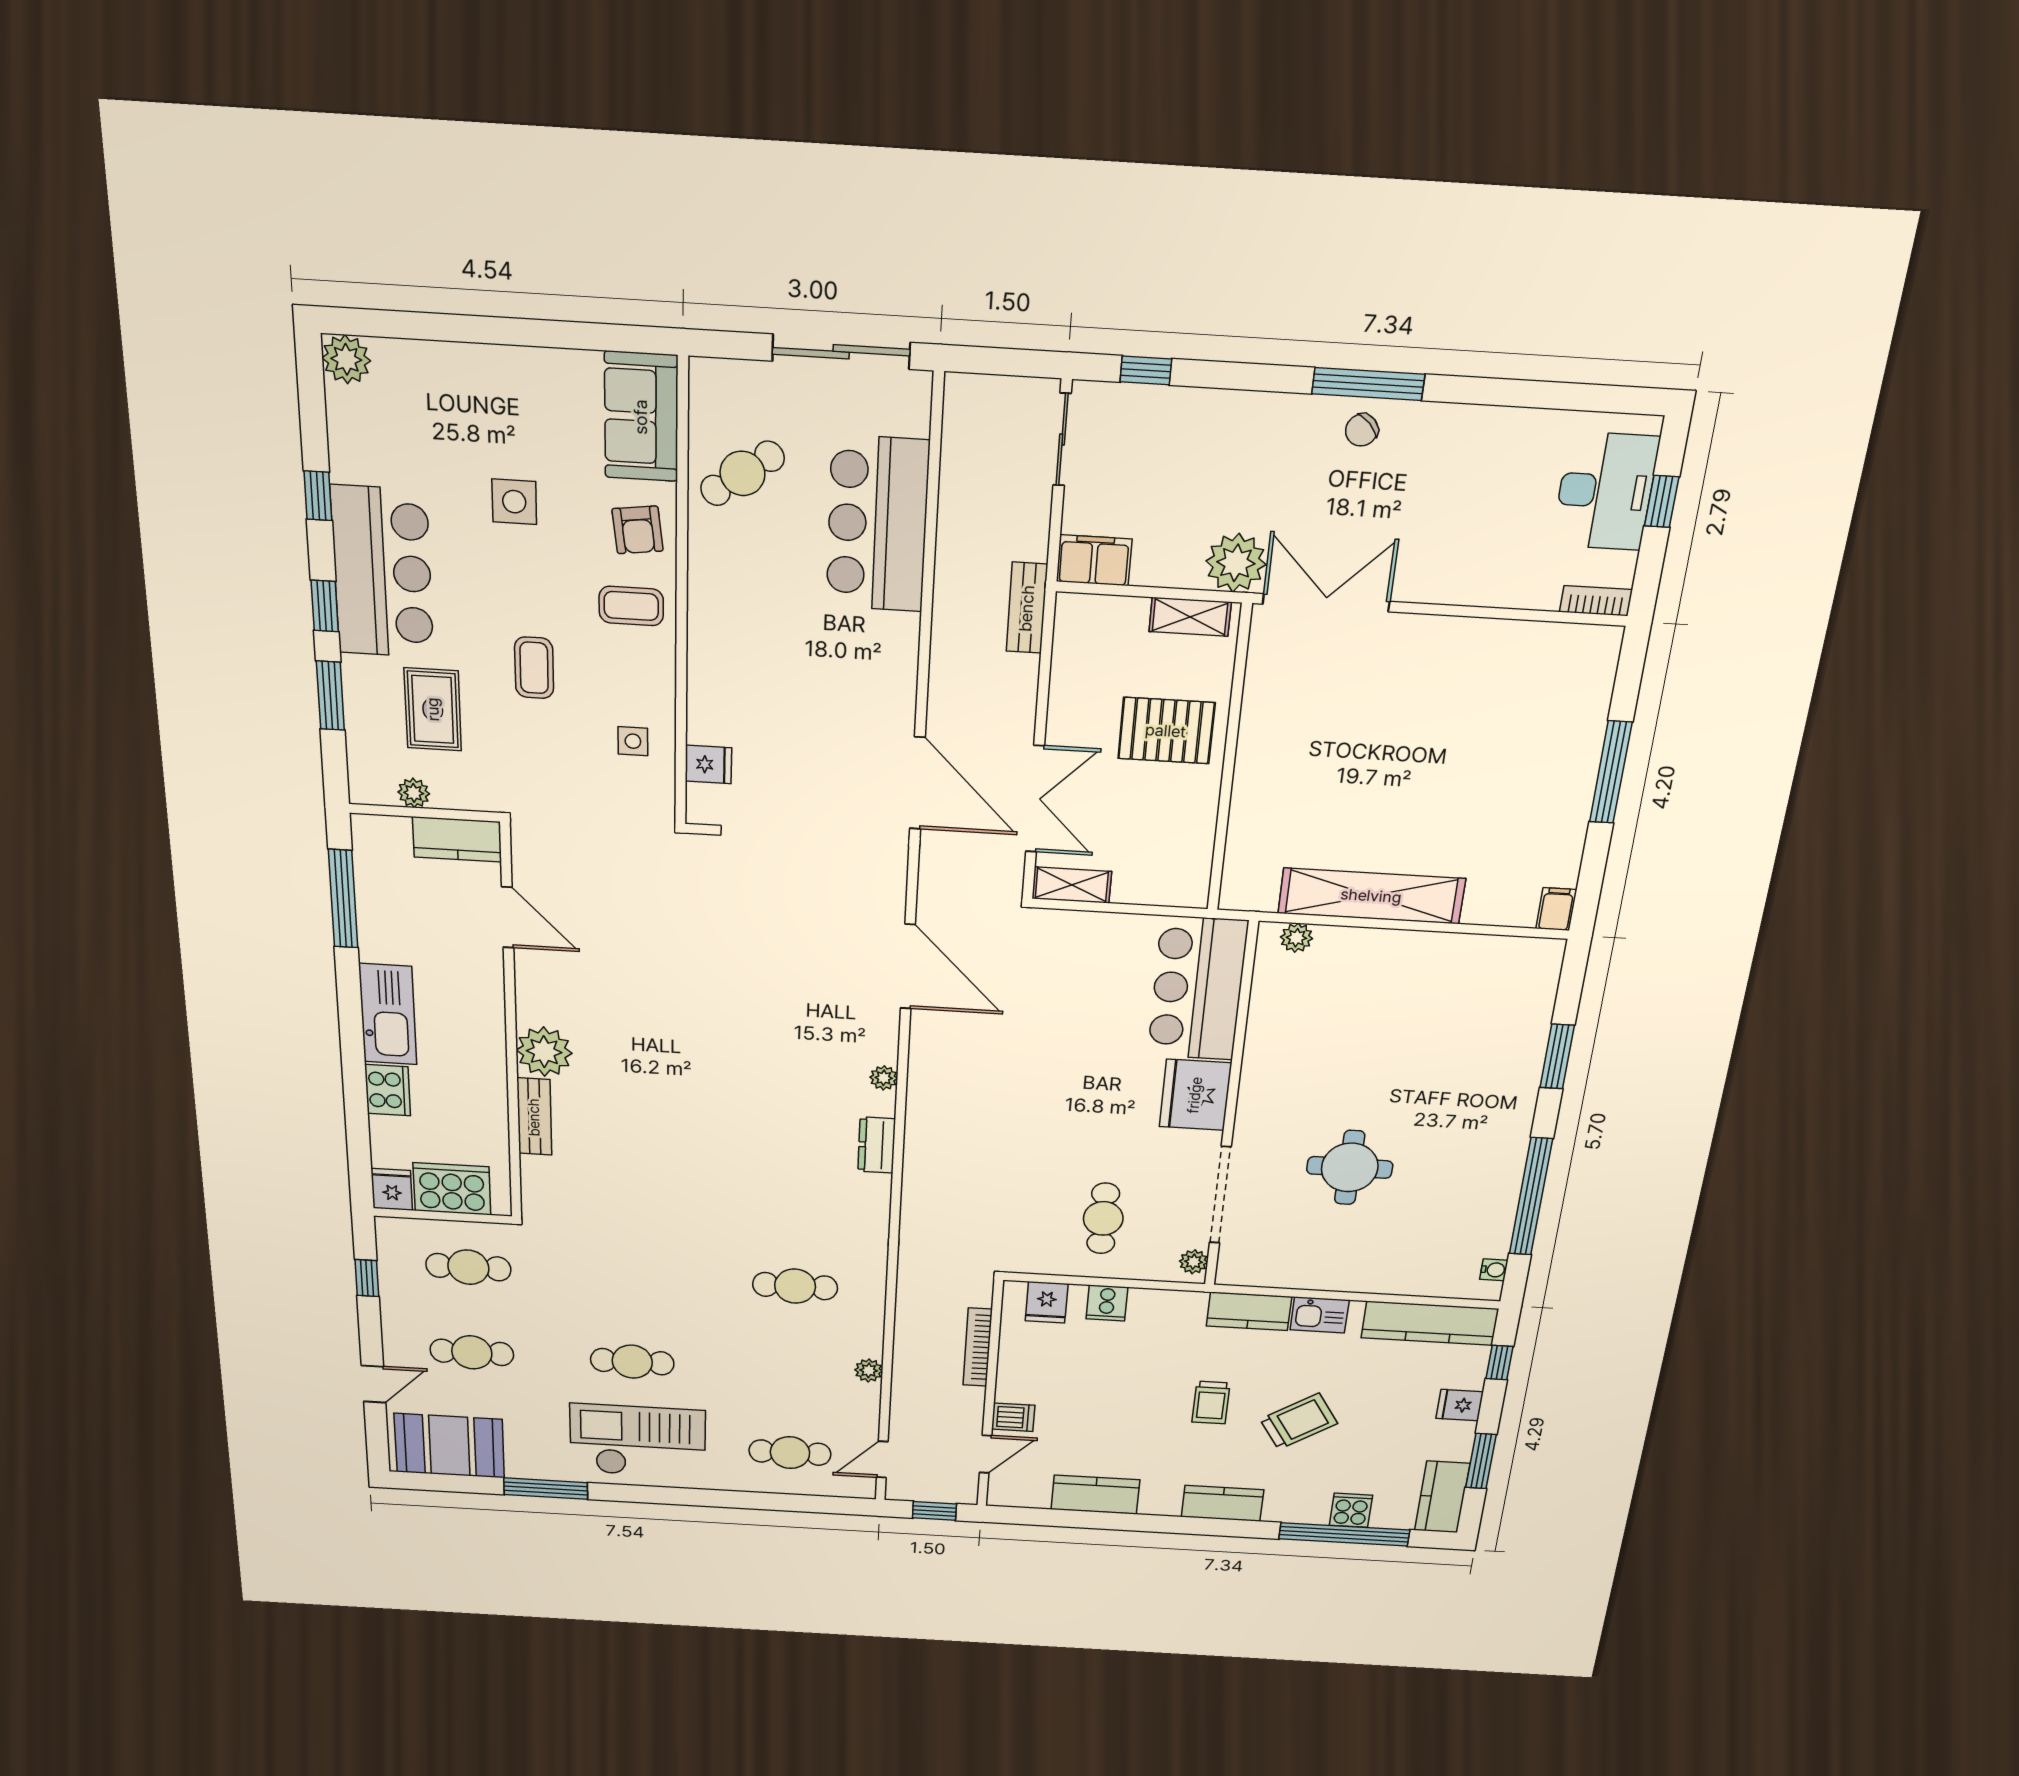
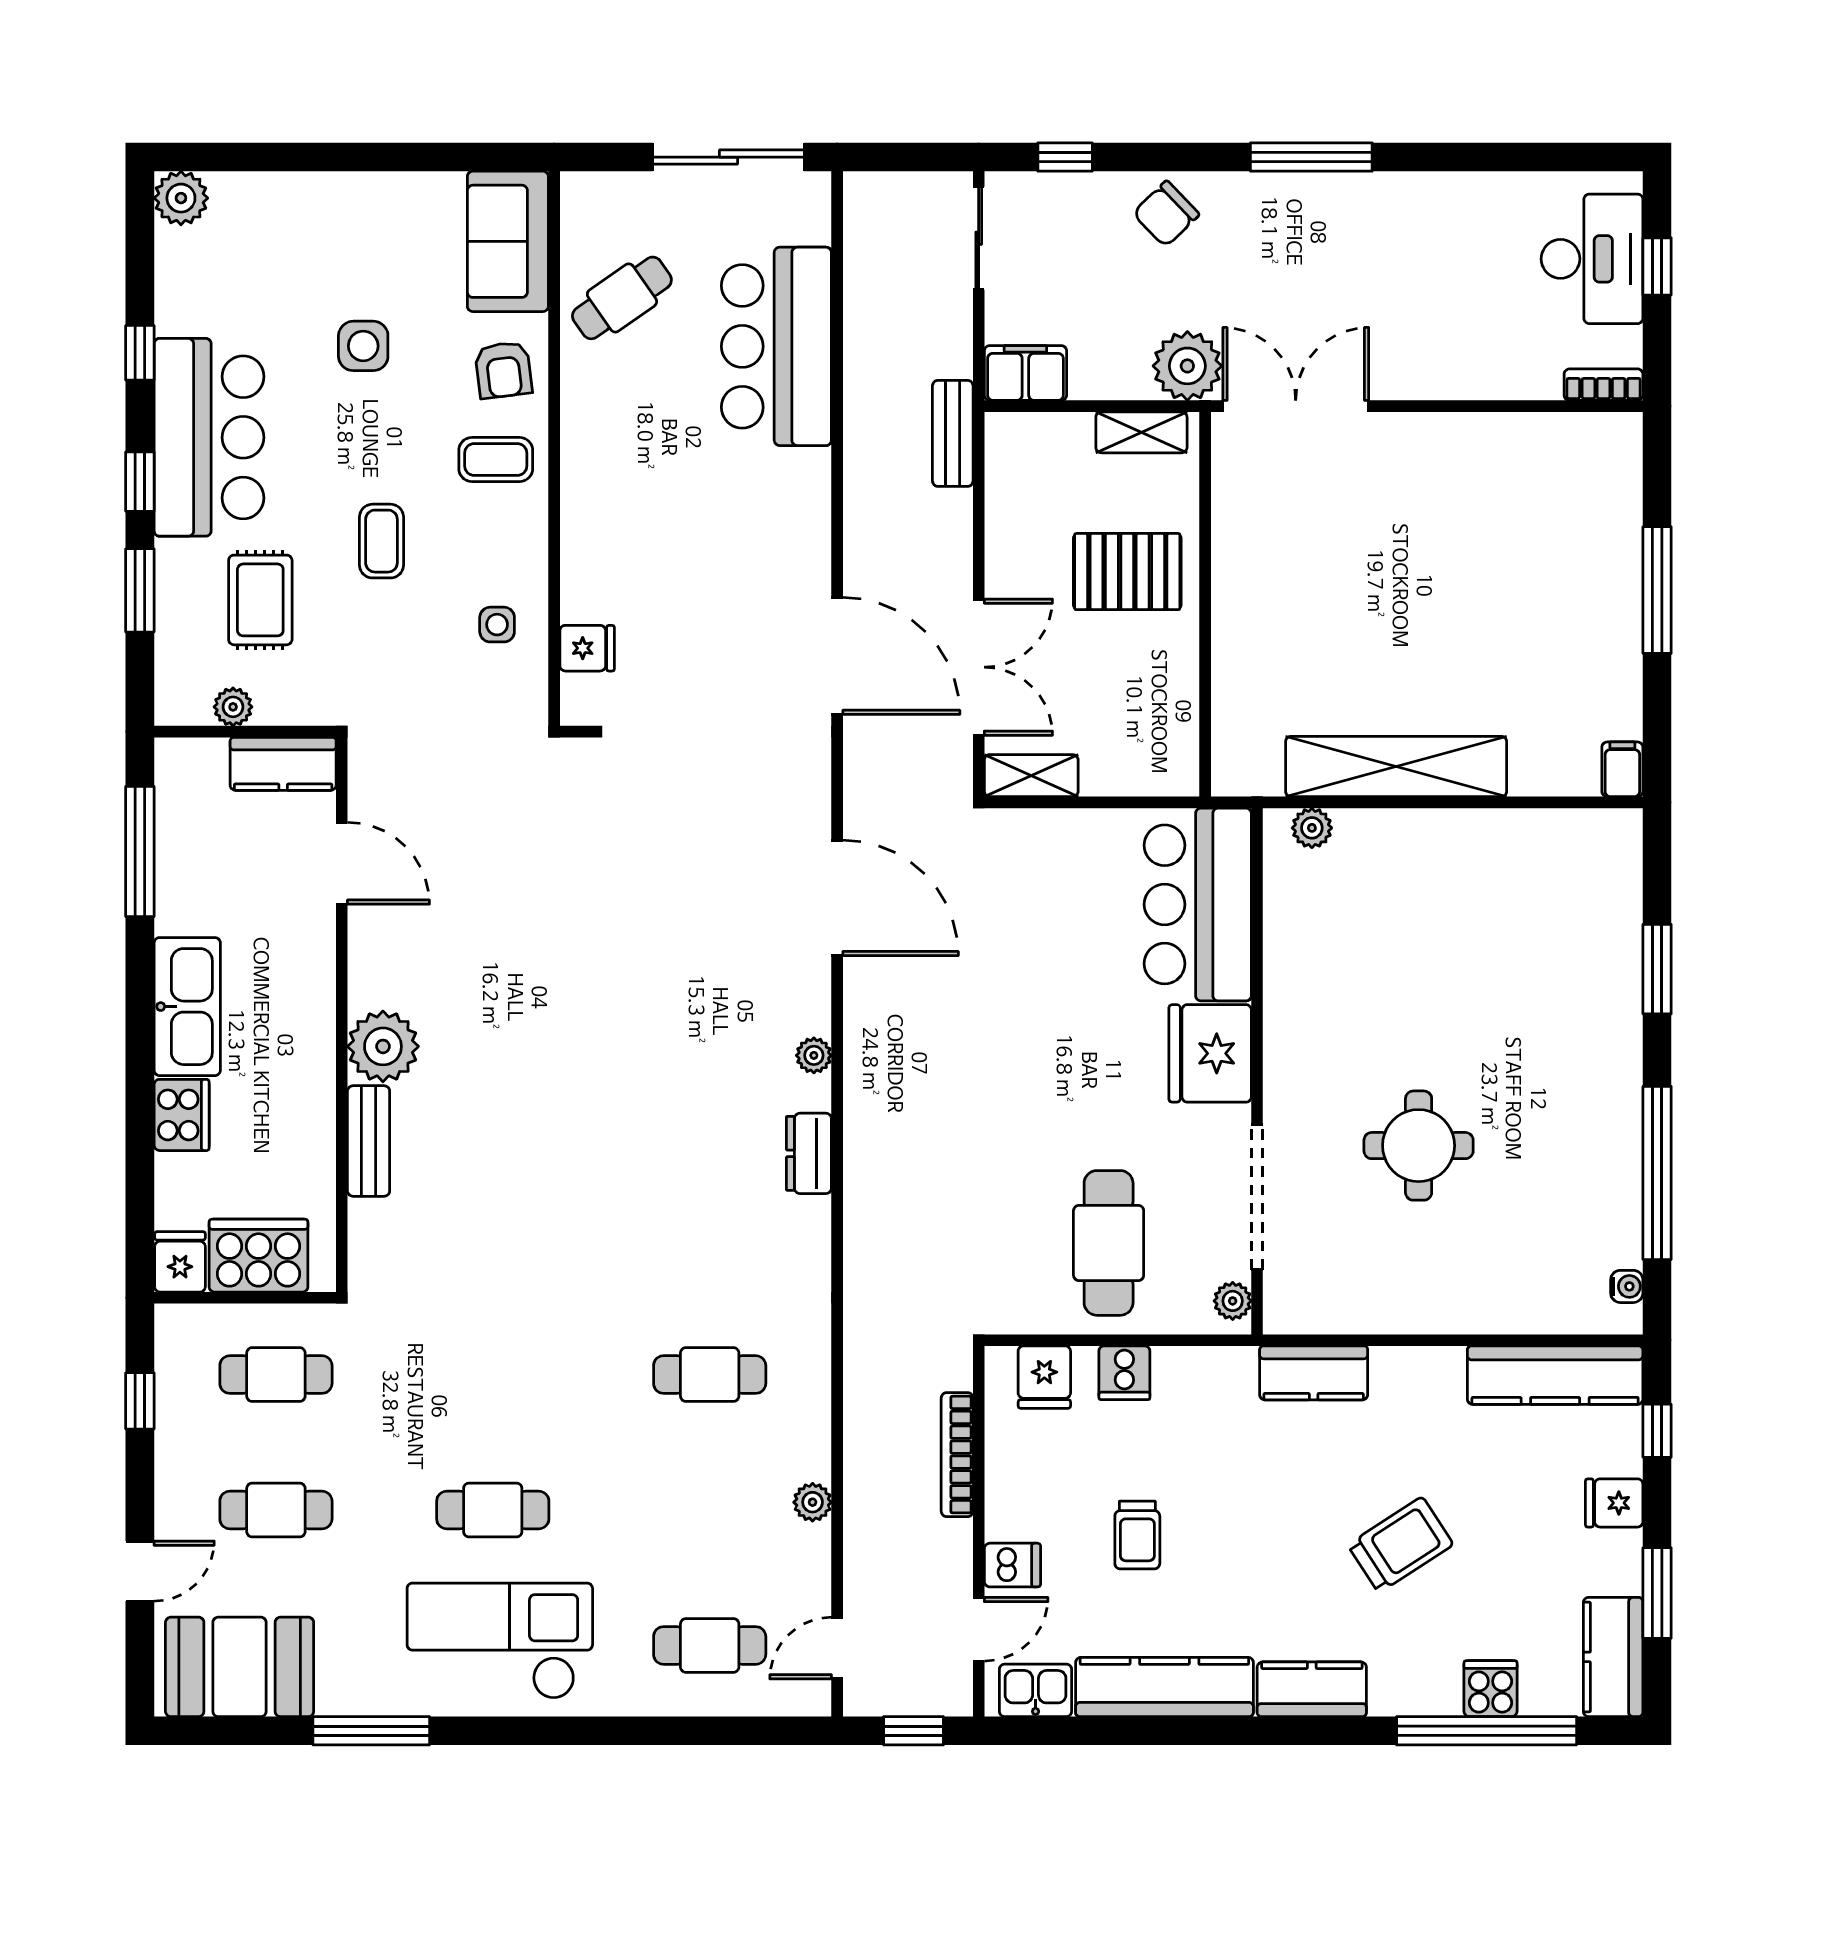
chair: (1362, 430) -> (1166, 214), moved, width x1.37, depth x1.37
cafe table: (1103, 1218) -> (1109, 1243), width x1.37, depth x1.35
kitchen sink: (1320, 1315) -> (1036, 1690), moved, turned 180
trolley: (1211, 1403) -> (1137, 1535), moved
kitchen counter: (1095, 1495) -> (1164, 1687), width x1.50

